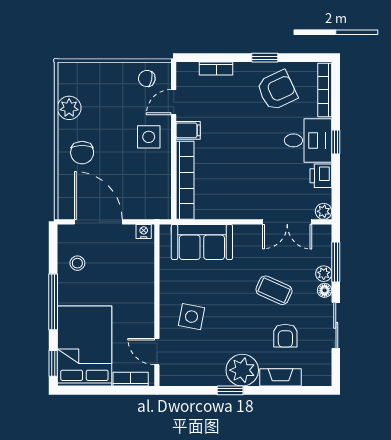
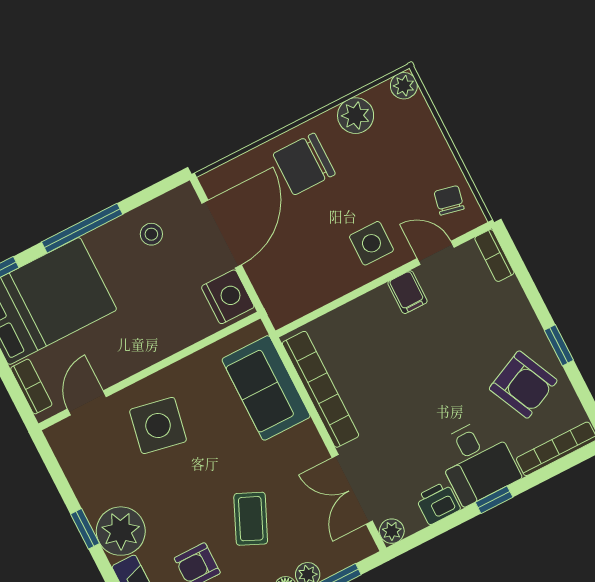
bookcase: (216, 68) -> (494, 255), moved
plant: (66, 71) -> (404, 86), added
chair: (82, 153) -> (304, 164), width x1.37, depth x1.37
bookcase: (185, 180) -> (321, 389), moved, turned -90
nightstand: (144, 232) -> (228, 297), width x1.89, depth x1.79
side table: (192, 317) -> (158, 425), width x1.37, depth x1.37

